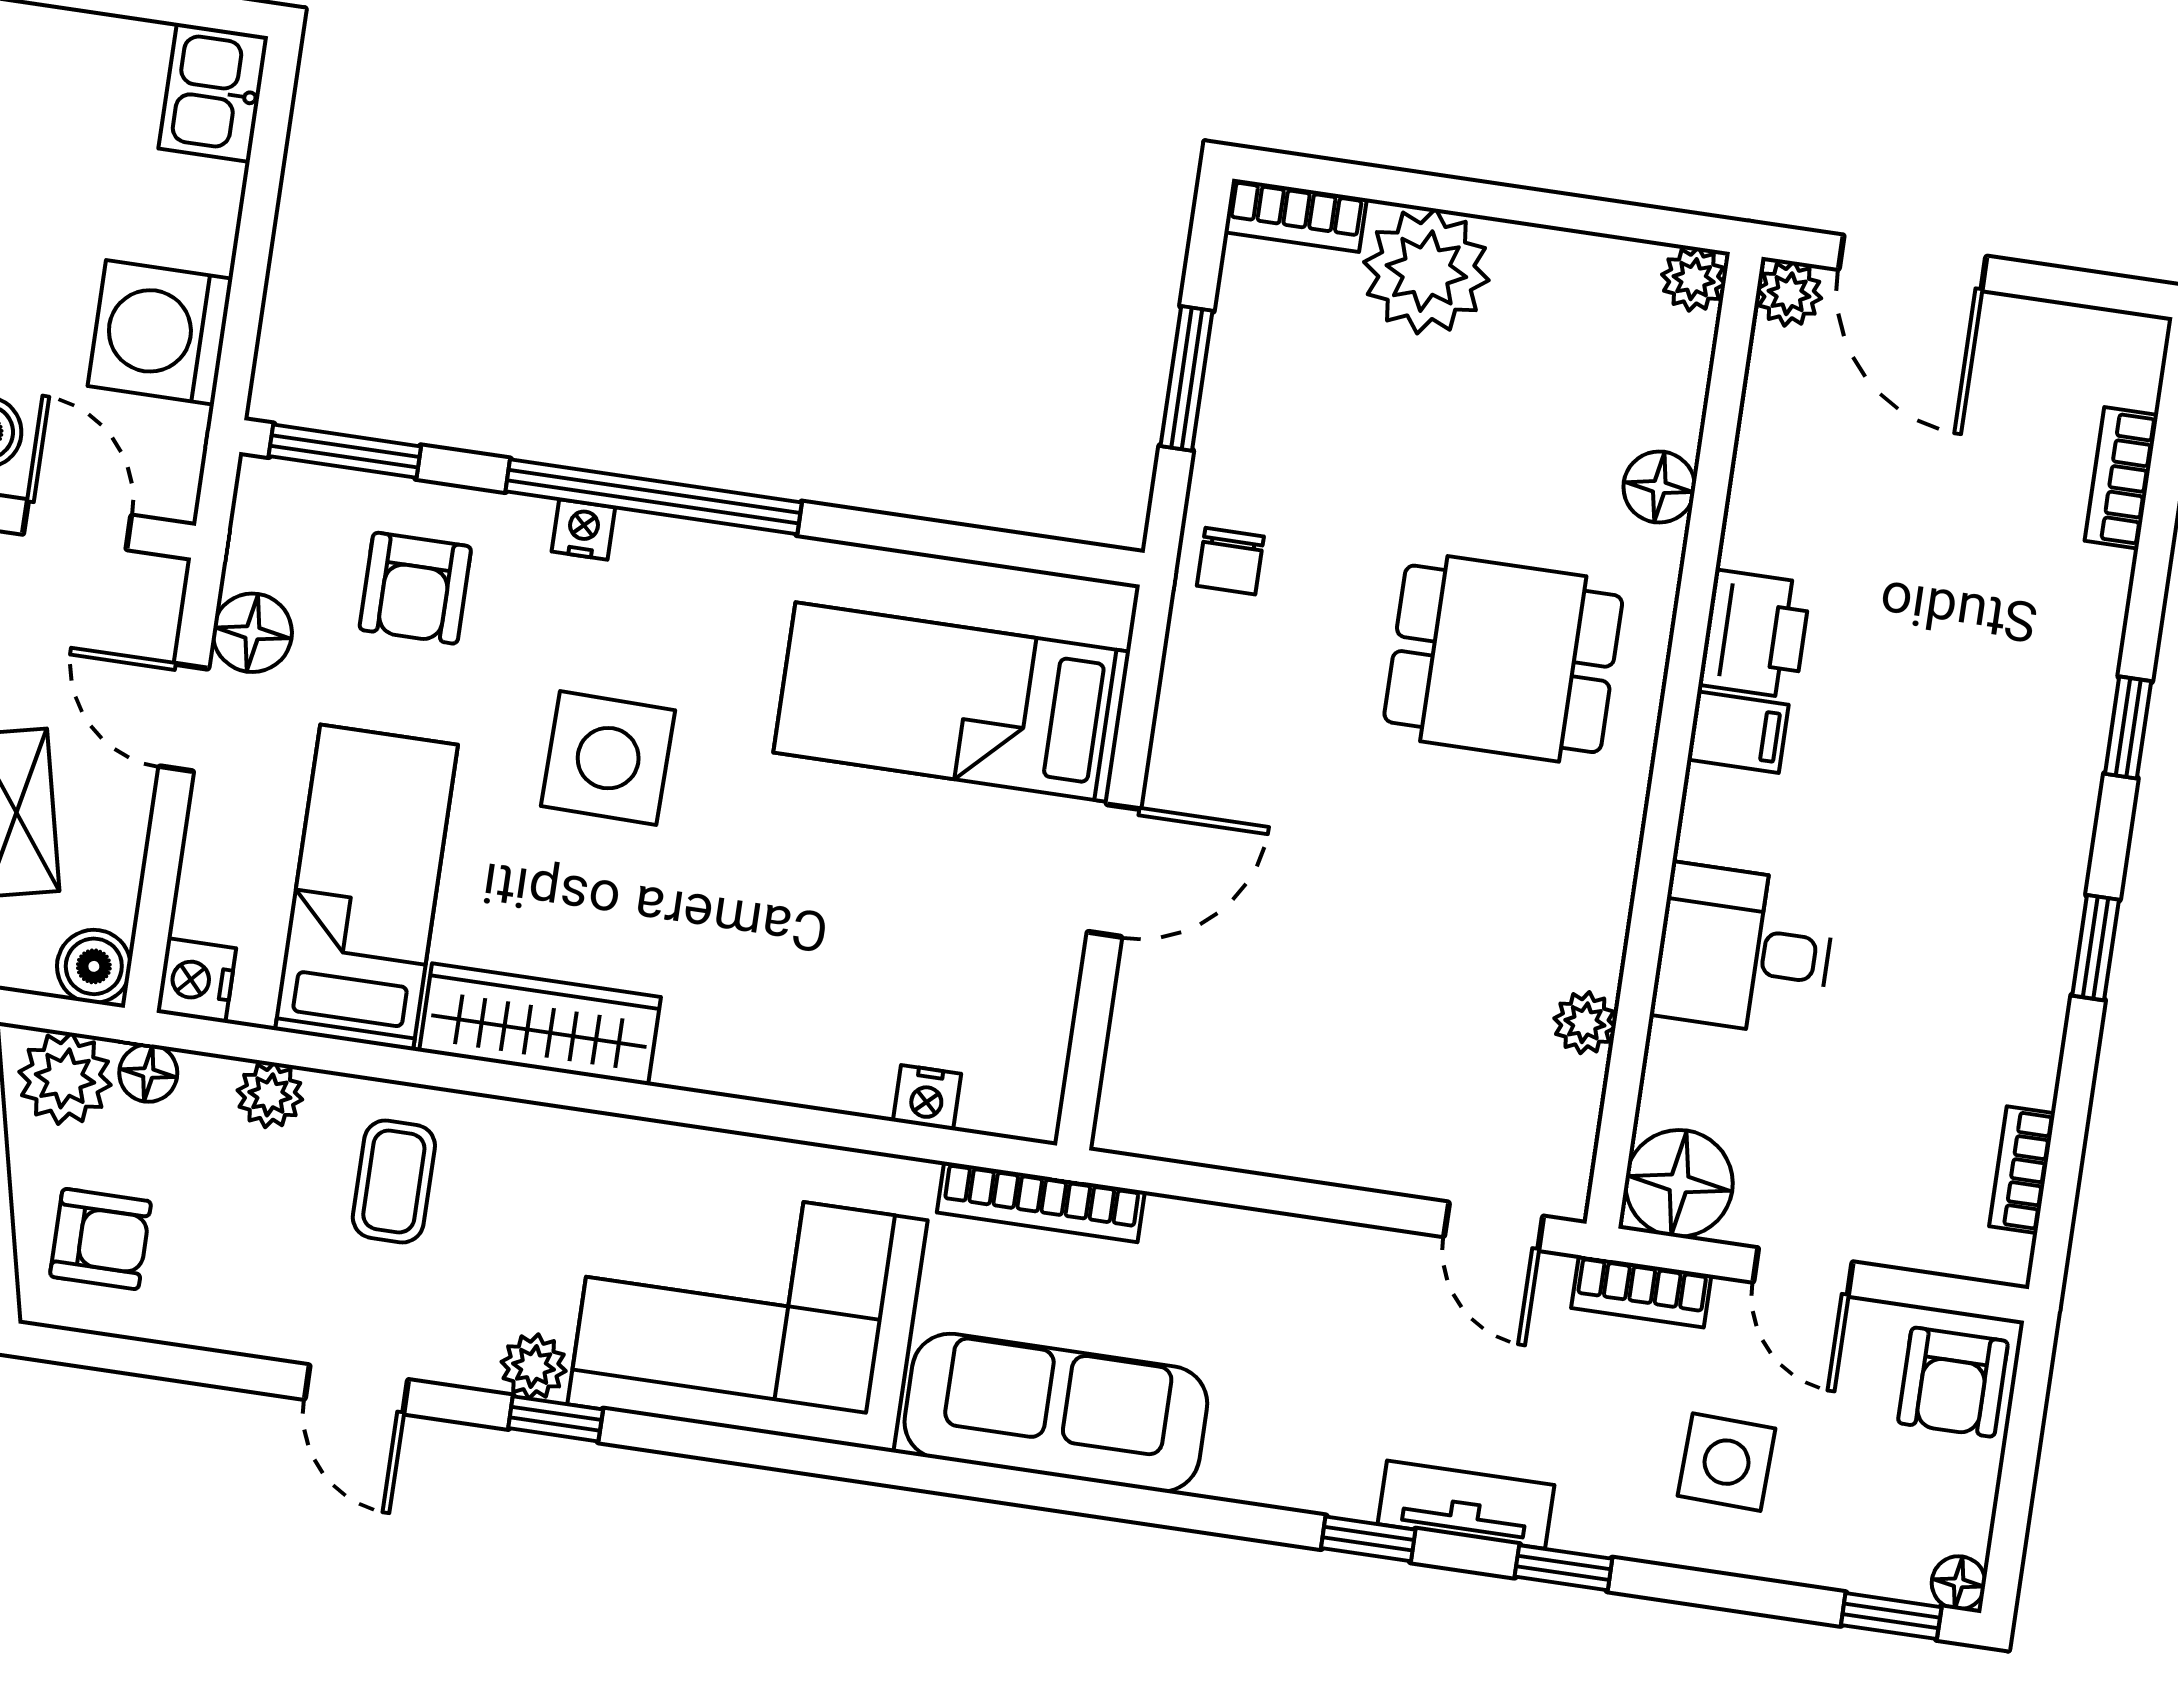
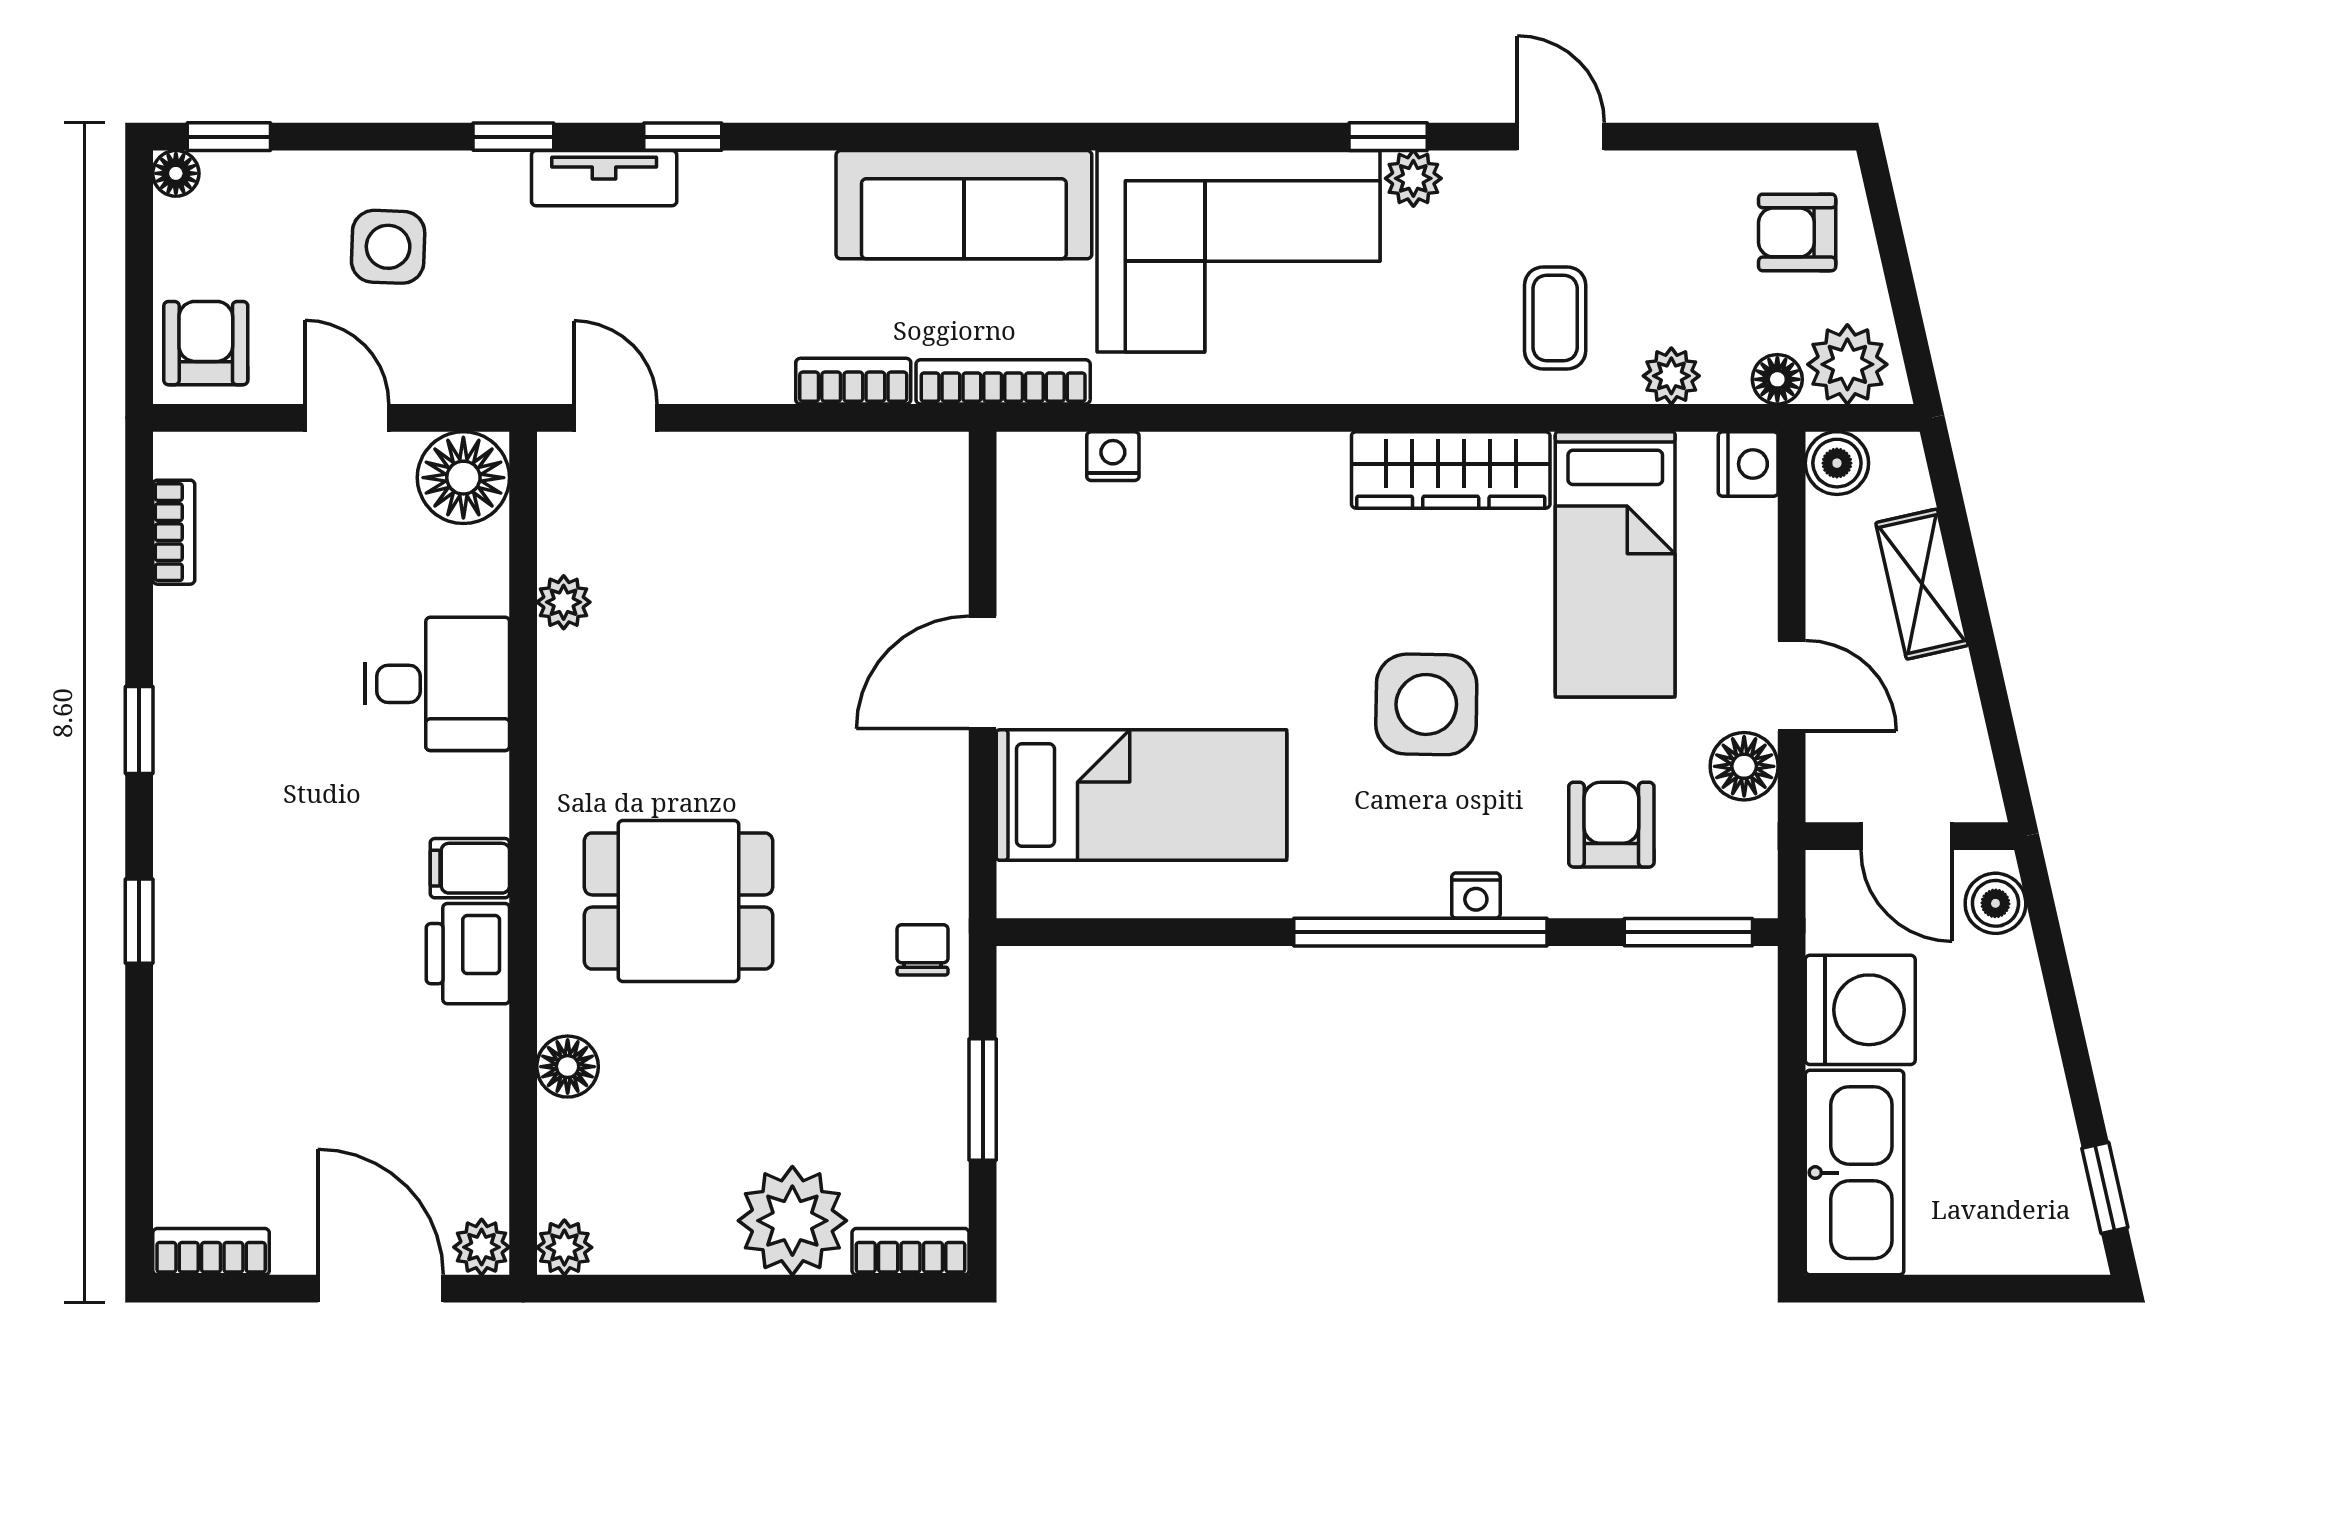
kitchen sink: (213, 92) -> (1855, 1173), width x1.87, depth x1.24
bookcase: (2121, 478) -> (211, 1252), moved, turned -90
bookcase: (1641, 1291) -> (853, 381), moved

